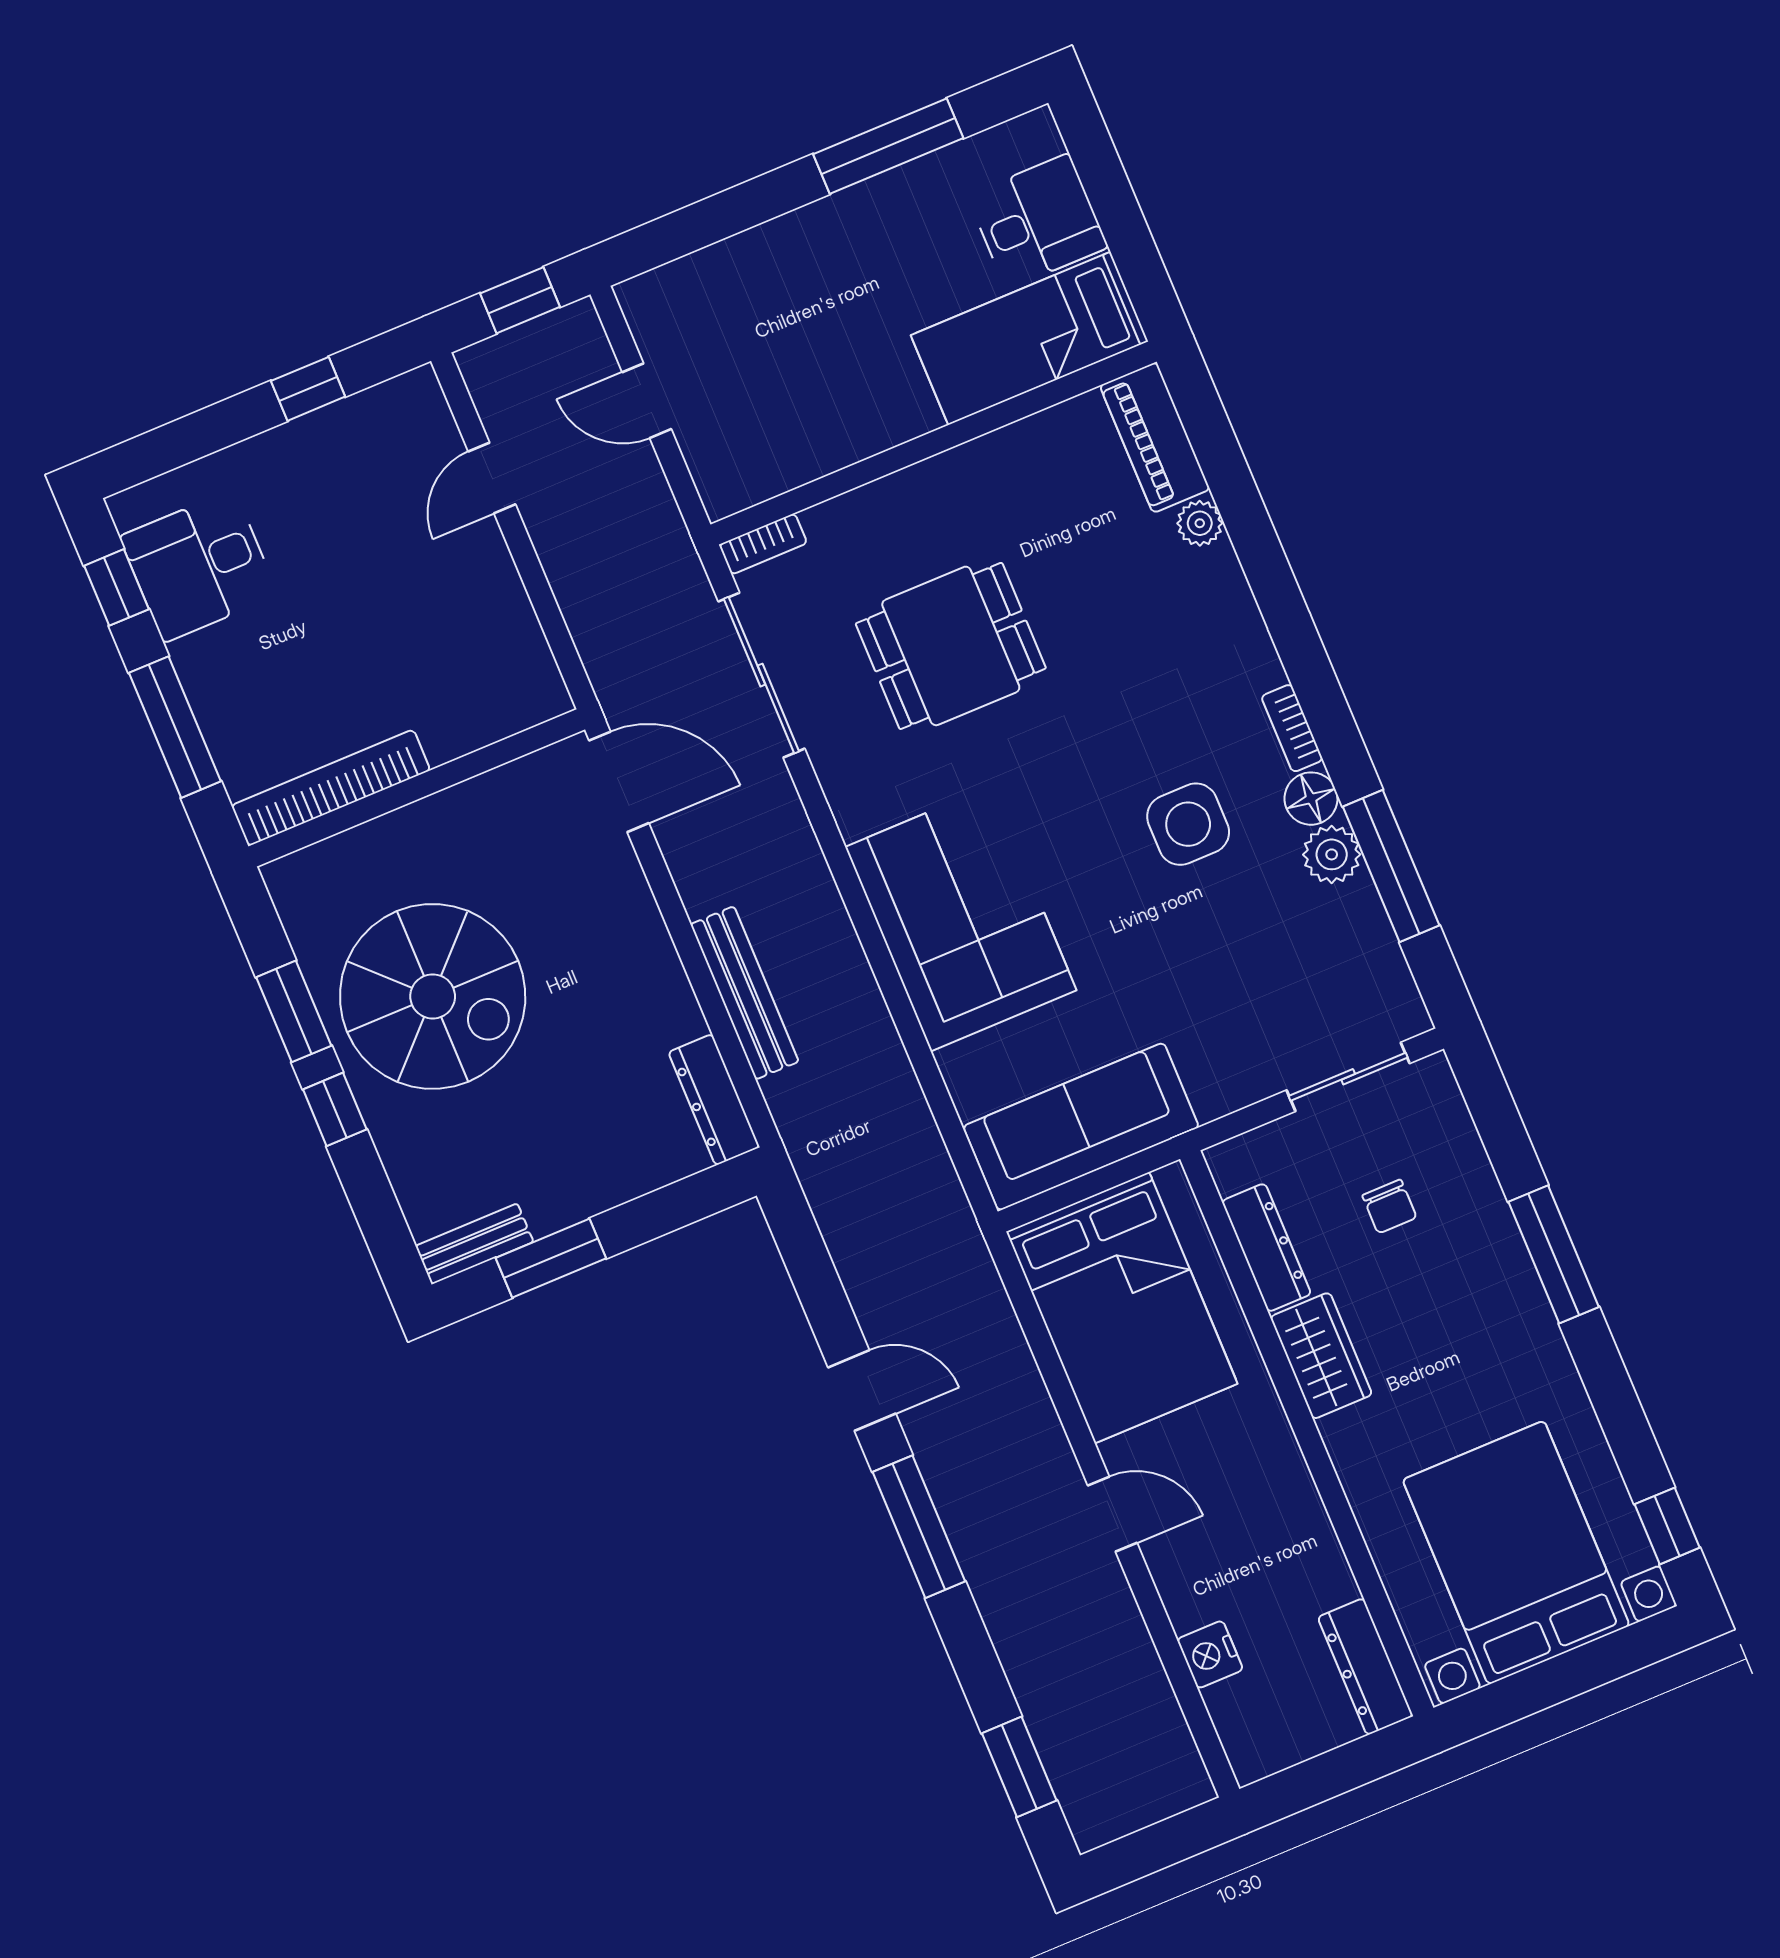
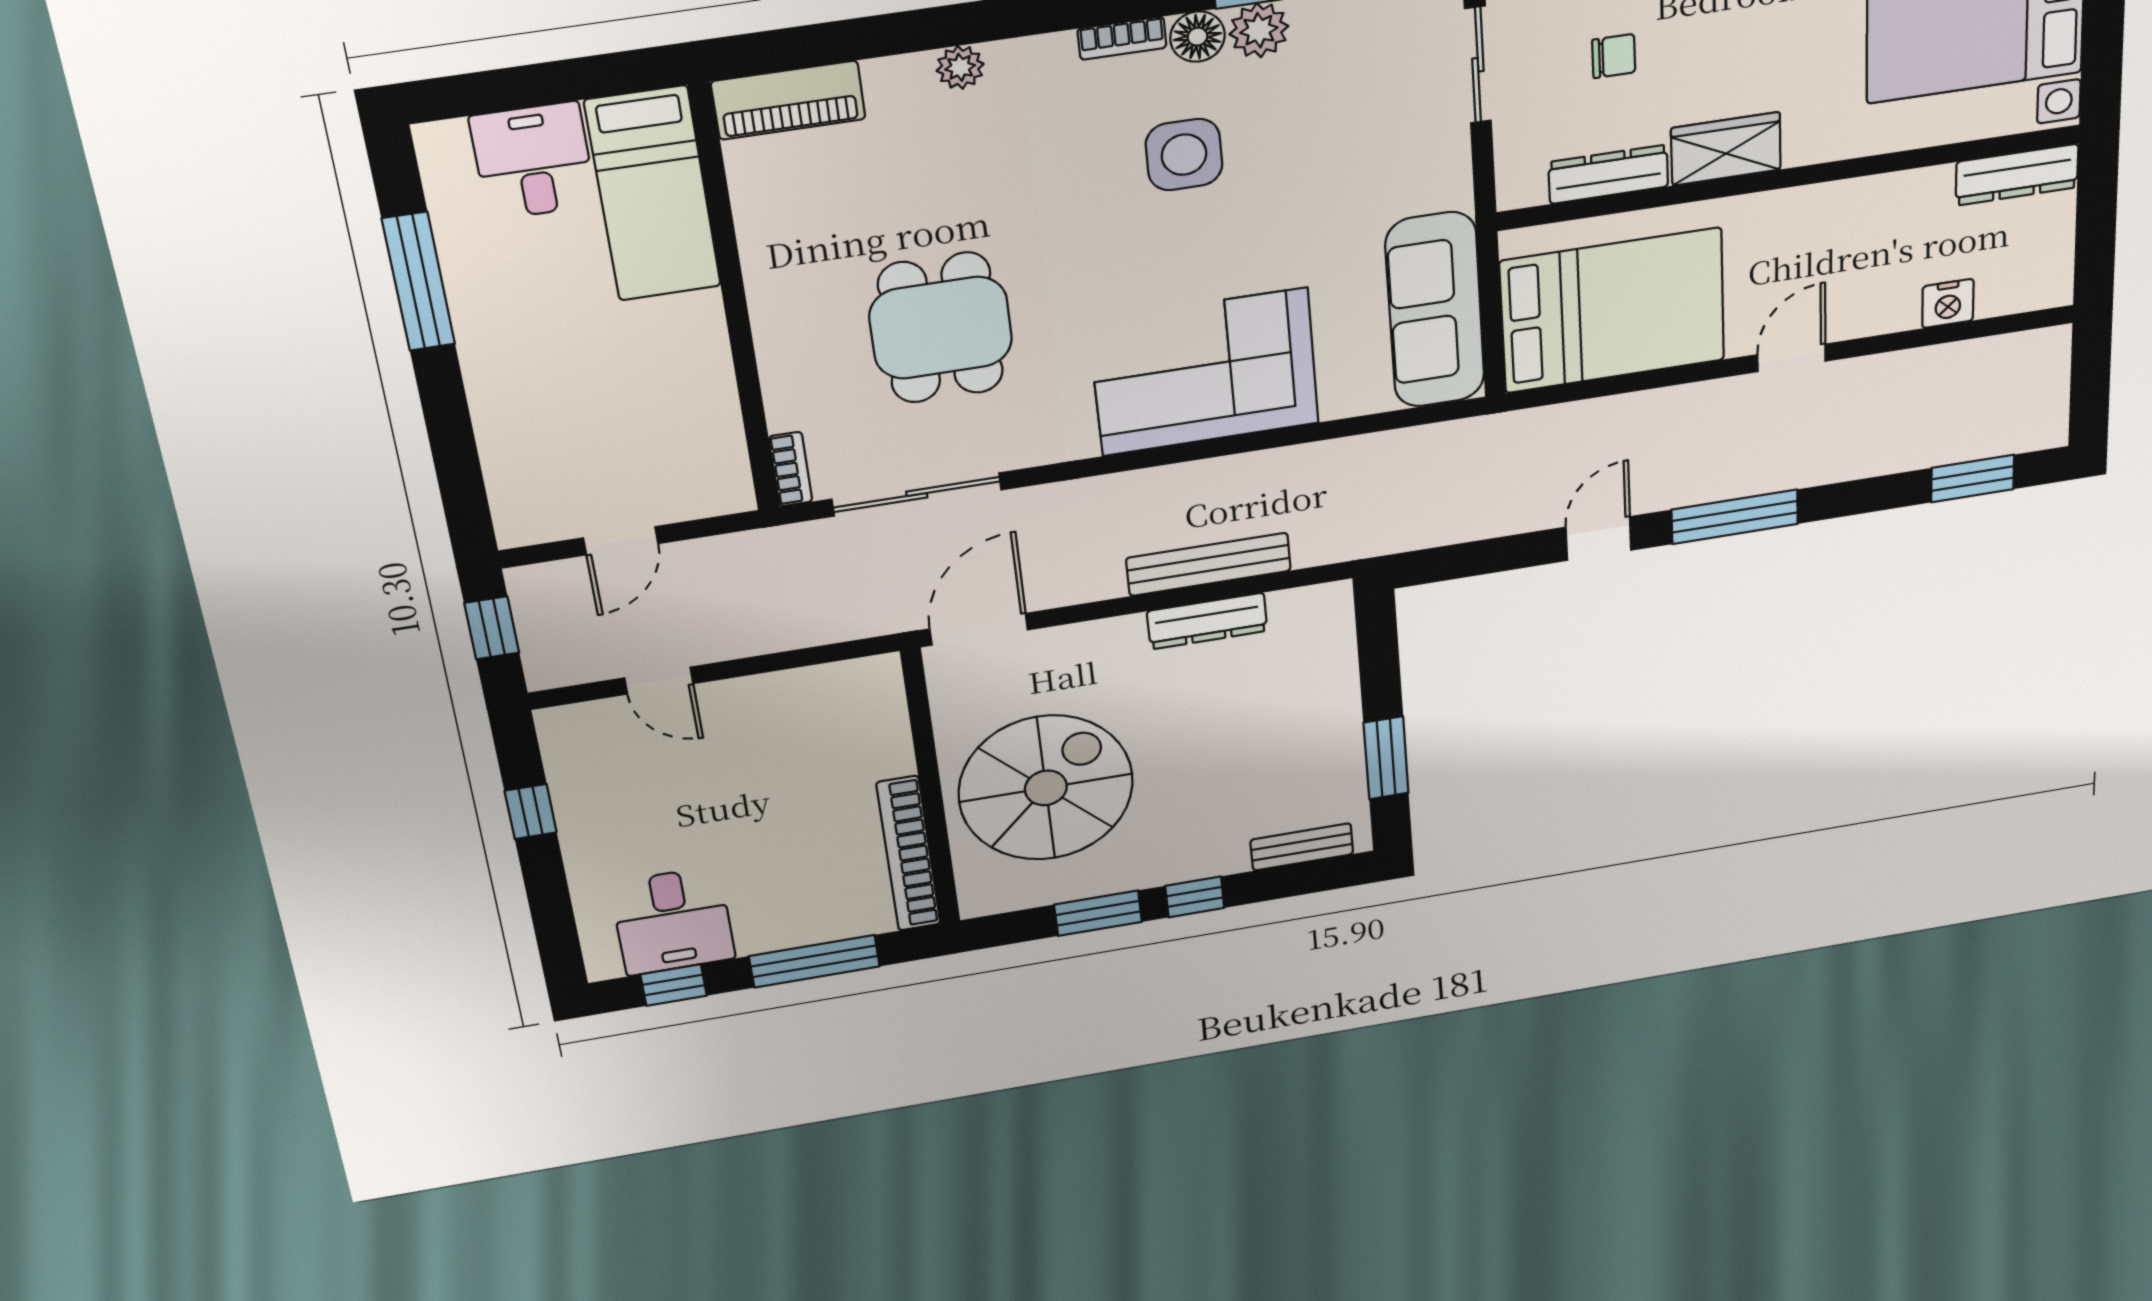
plant: (1200, 523) -> (960, 67), moved
spiral stairs: (433, 996) -> (1046, 788), moved
dresser: (714, 1100) -> (1207, 621), moved
bench: (474, 1244) -> (1302, 847), moved, turned 90

